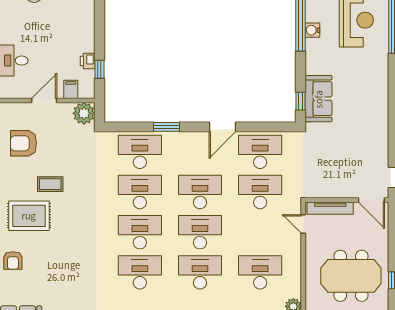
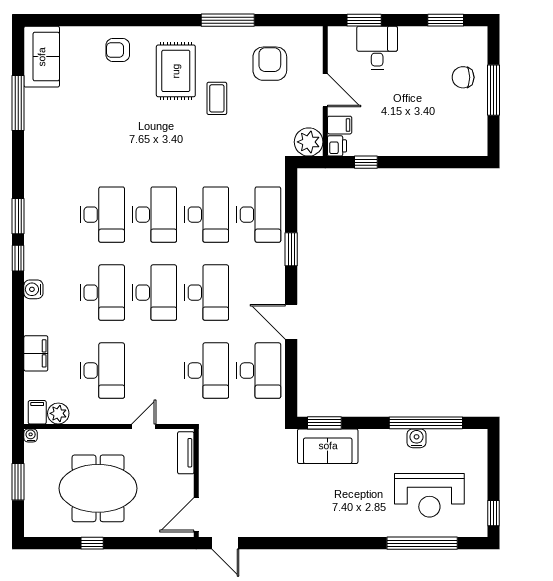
printer: (88, 61) -> (337, 146), moved, turned 90
window: (301, 101) -> (324, 423), width x1.50
tv unit: (330, 208) -> (186, 453), width x0.71
door: (303, 224) -> (144, 426), moved
meeting table: (351, 276) -> (98, 488), turned 90

